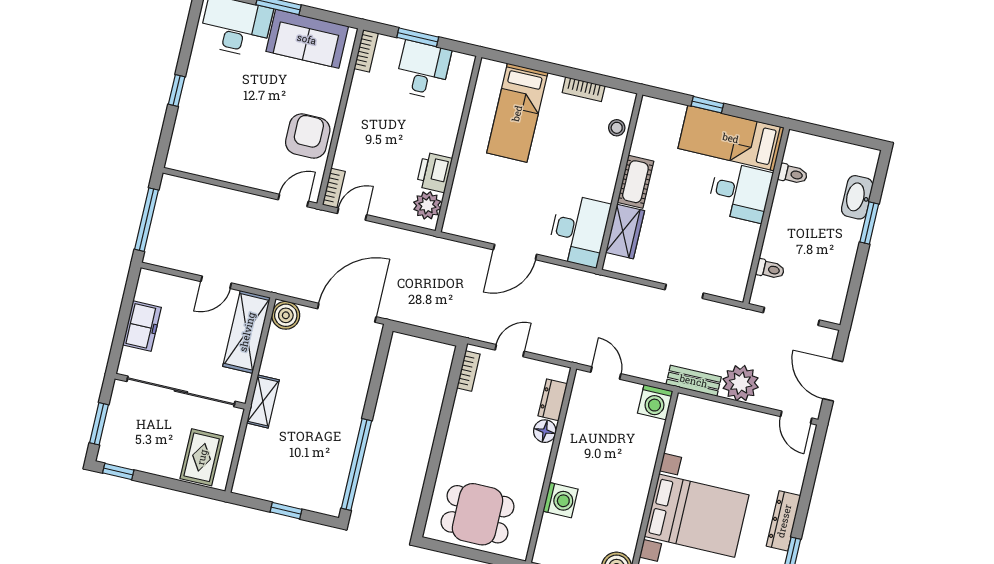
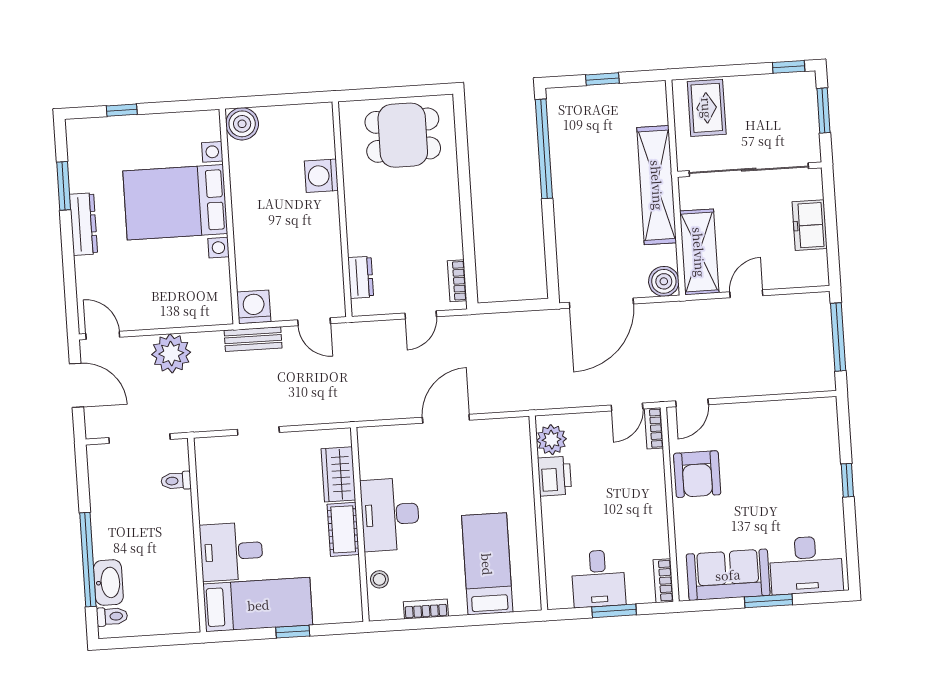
toilet: (793, 174) -> (112, 616), moved, turned 180
window: (869, 223) -> (88, 560), width x2.11
desk: (579, 230) -> (390, 515), moved
bench: (694, 381) -> (253, 339), moved
shelving: (263, 401) -> (657, 185), width x2.20, depth x1.33
floor lamp: (545, 431) -> (359, 242), removed

